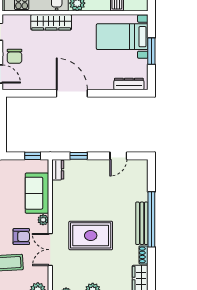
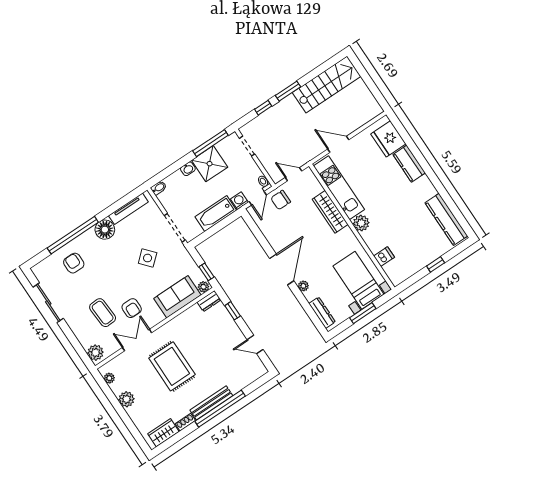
plant: (97, 85) -> (303, 286), added
plant: (43, 220) -> (203, 287), moved

